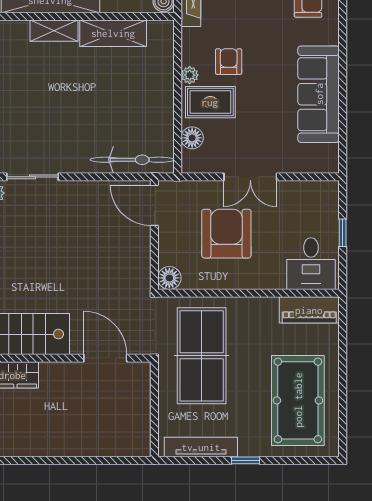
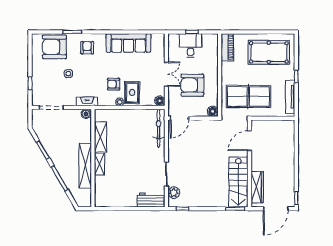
floor lamp: (192, 138) -> (160, 101), moved
desk: (311, 264) -> (191, 45), moved, turned -90

